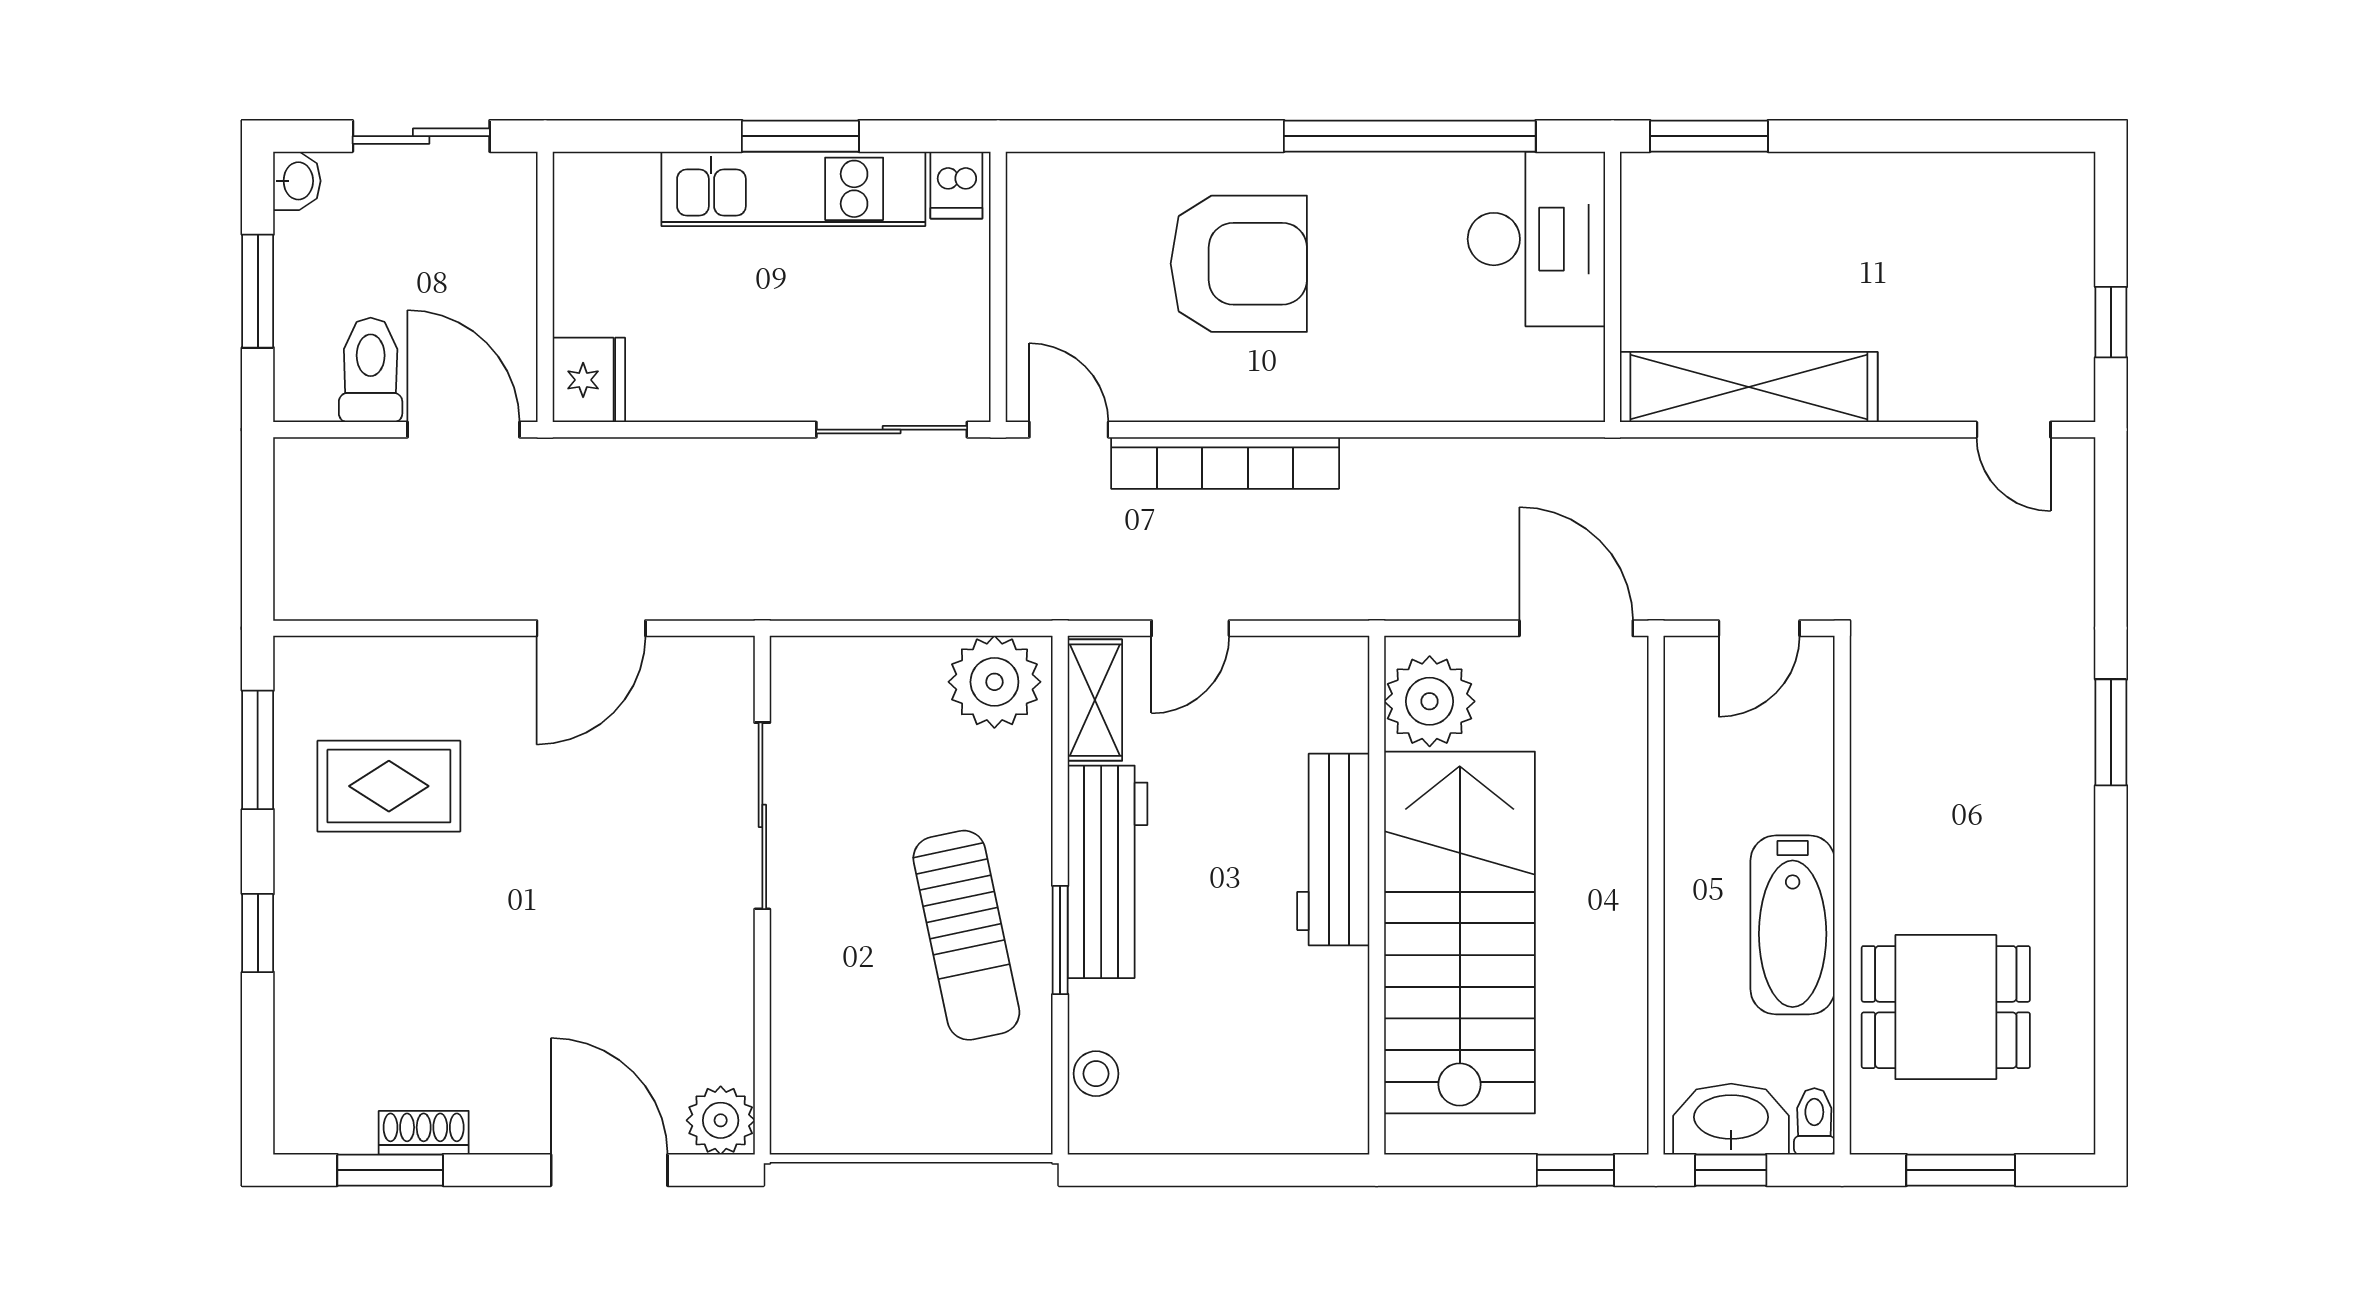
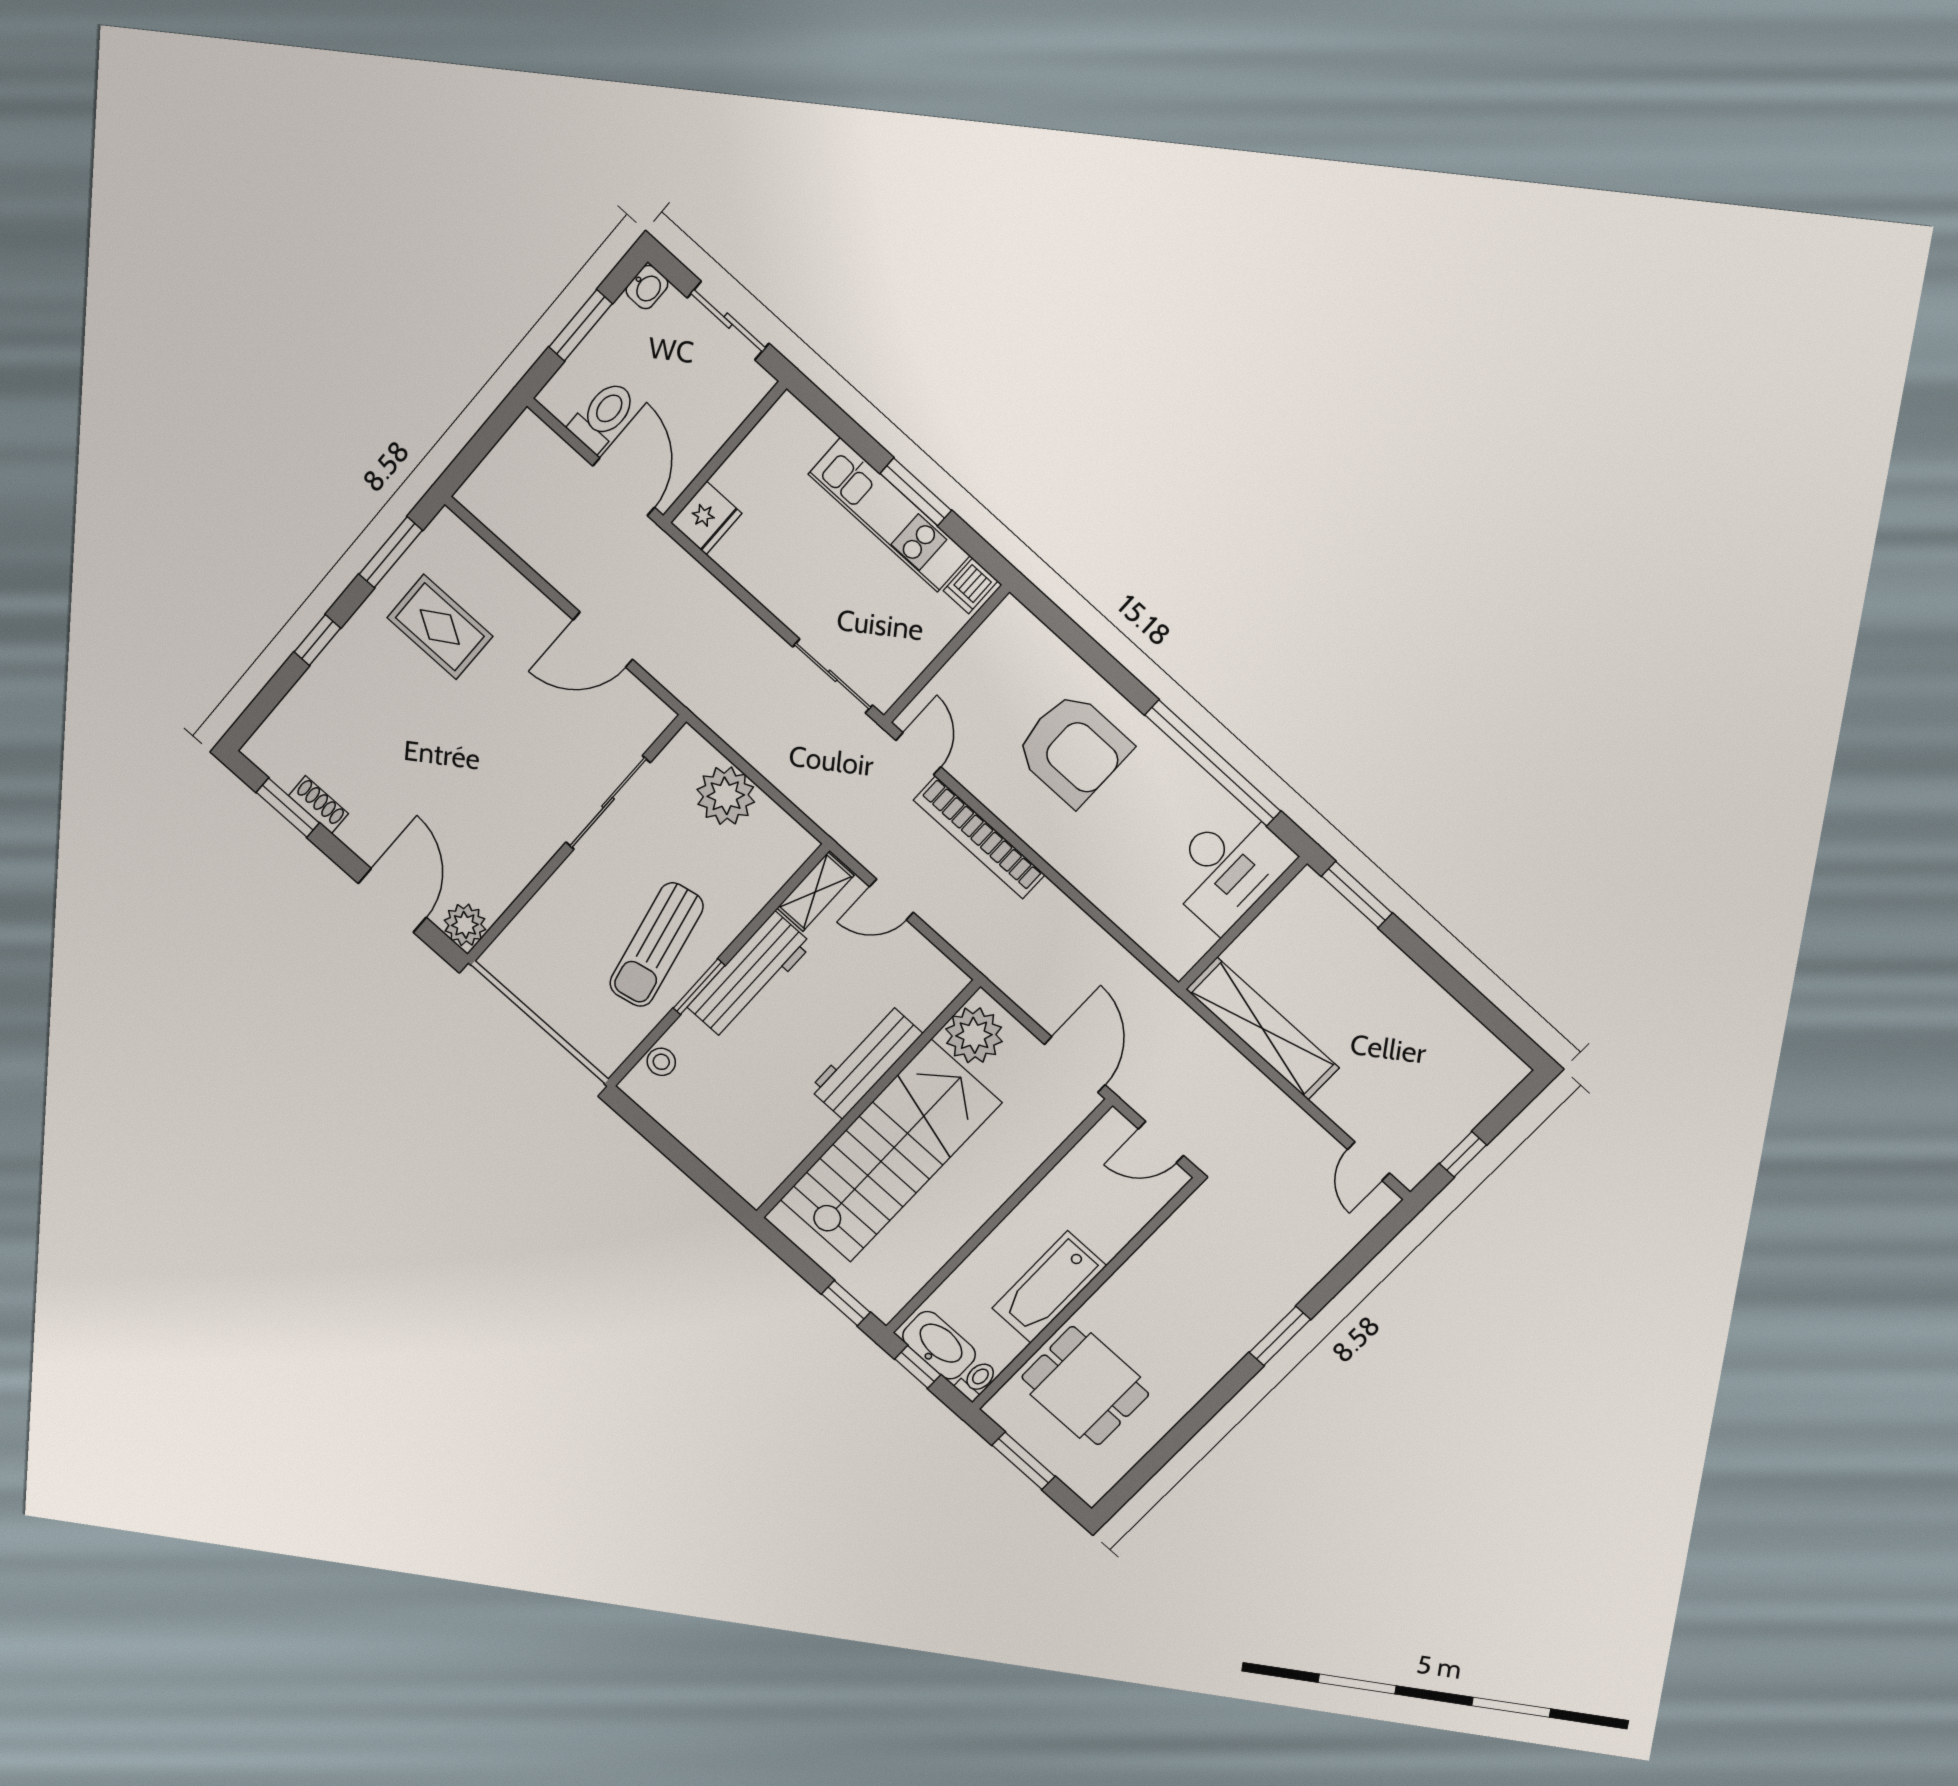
plant: (994, 682) -> (726, 796), moved

